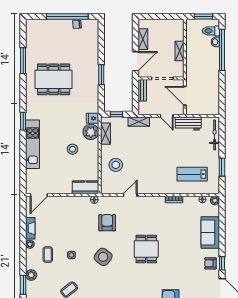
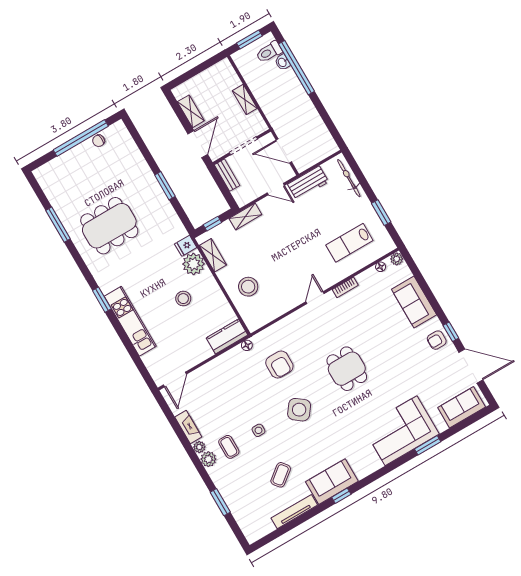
door: (130, 195) -> (315, 298), moved
armchair: (107, 223) -> (279, 365), turned 180
plant: (31, 275) -> (208, 459), moved

